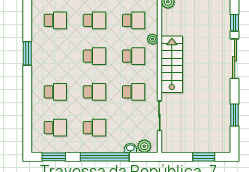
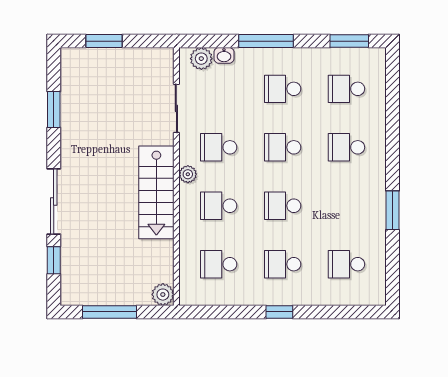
plant: (153, 39) -> (188, 174), moved
window: (105, 157) -> (266, 41), width x0.68

